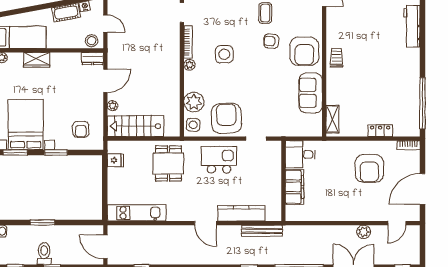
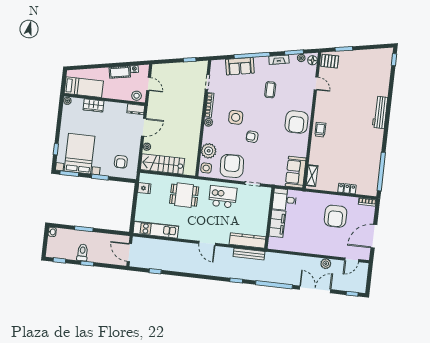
armchair: (271, 41) -> (252, 137), moved
sofa: (311, 93) -> (296, 172), moved
dining table: (168, 163) -> (184, 195), turned 90
kitchen counter: (241, 213) -> (248, 240), moved

